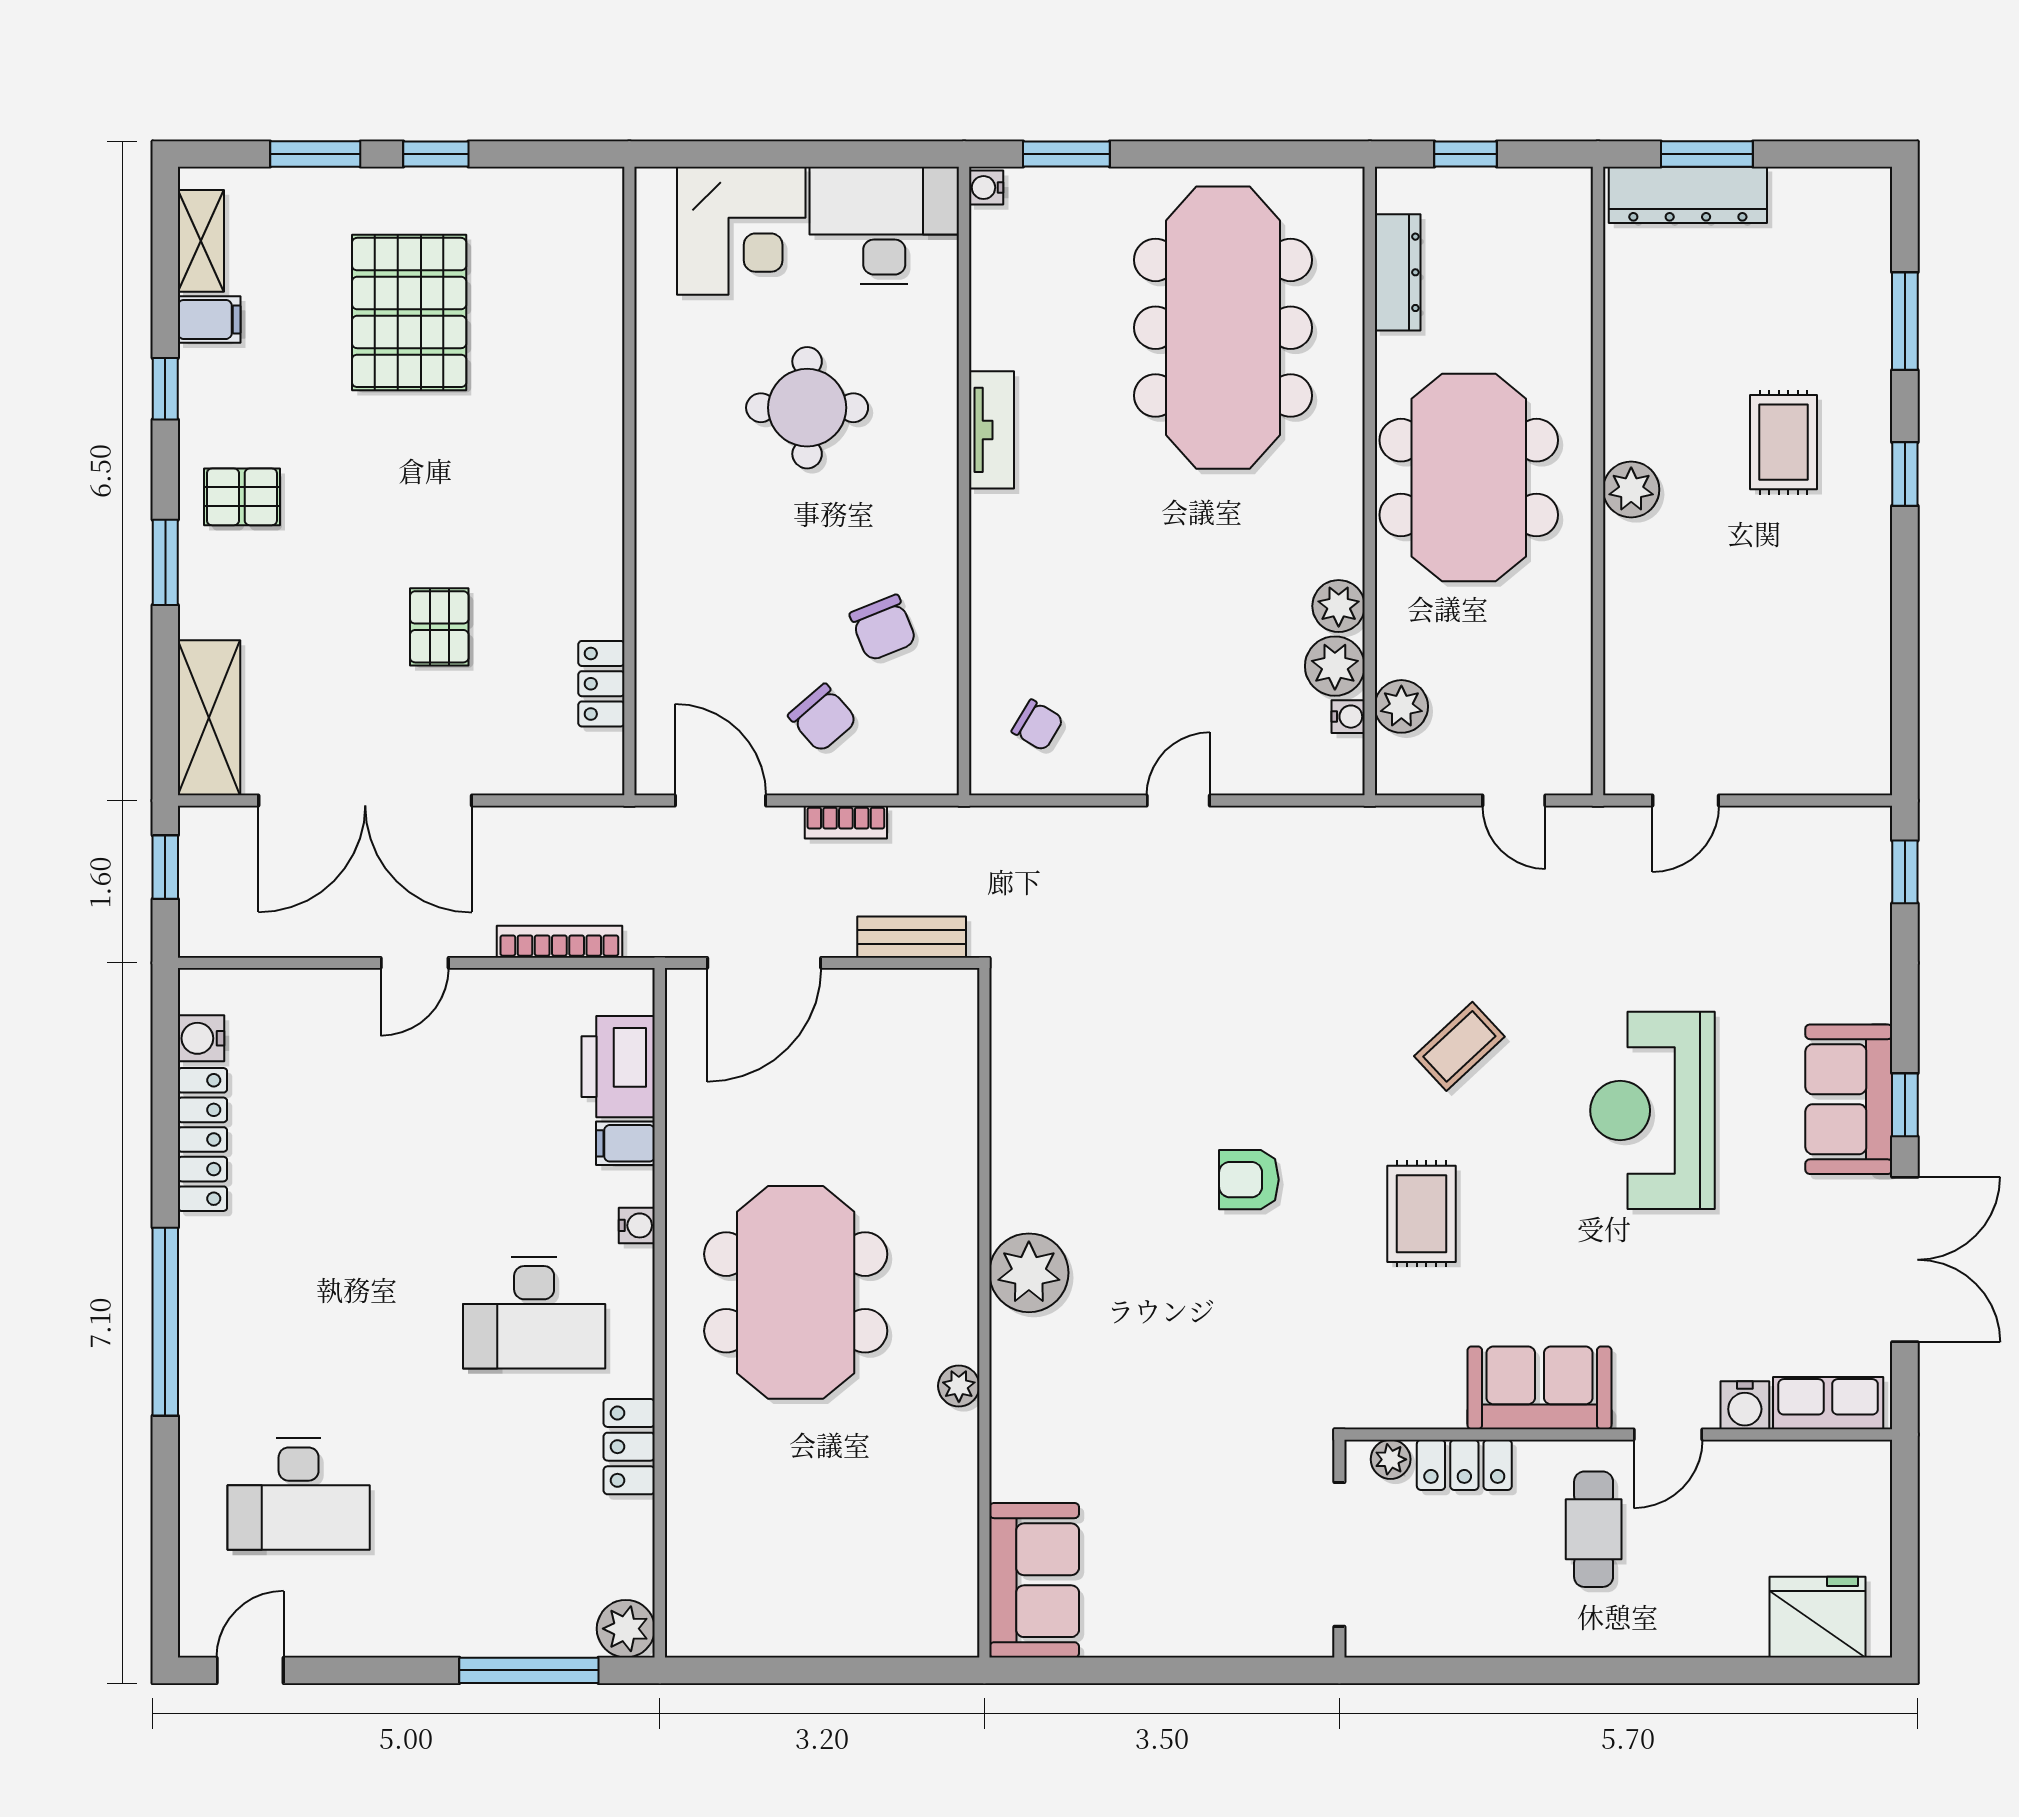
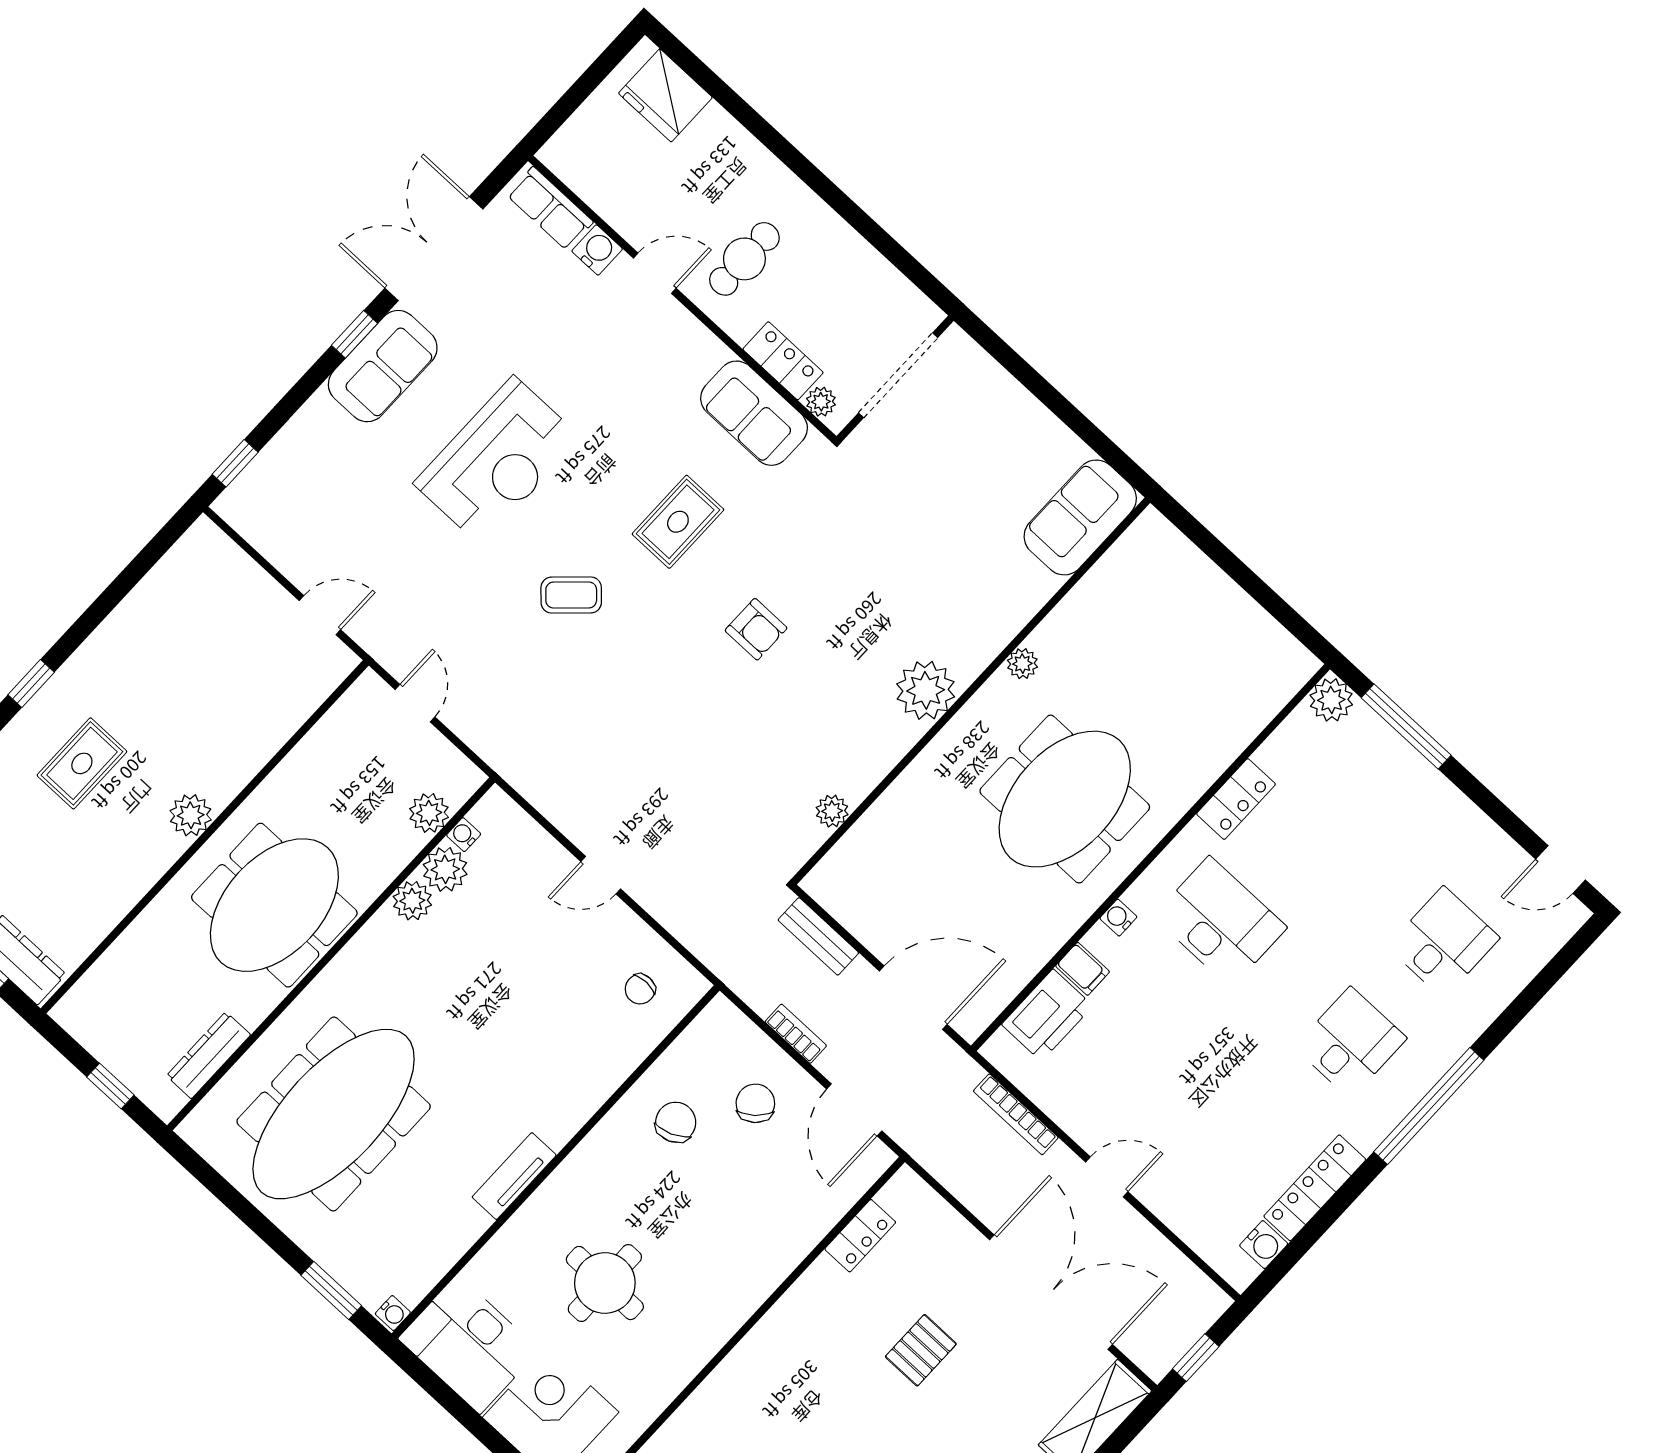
chair: (1037, 725) -> (640, 989), turned -121
plant: (1011, 1071) -> (832, 811), added
desk: (299, 1313) -> (1350, 1043), added
sofa: (1540, 1388) -> (754, 413), moved
desk: (299, 1494) -> (1443, 942), width x0.73

